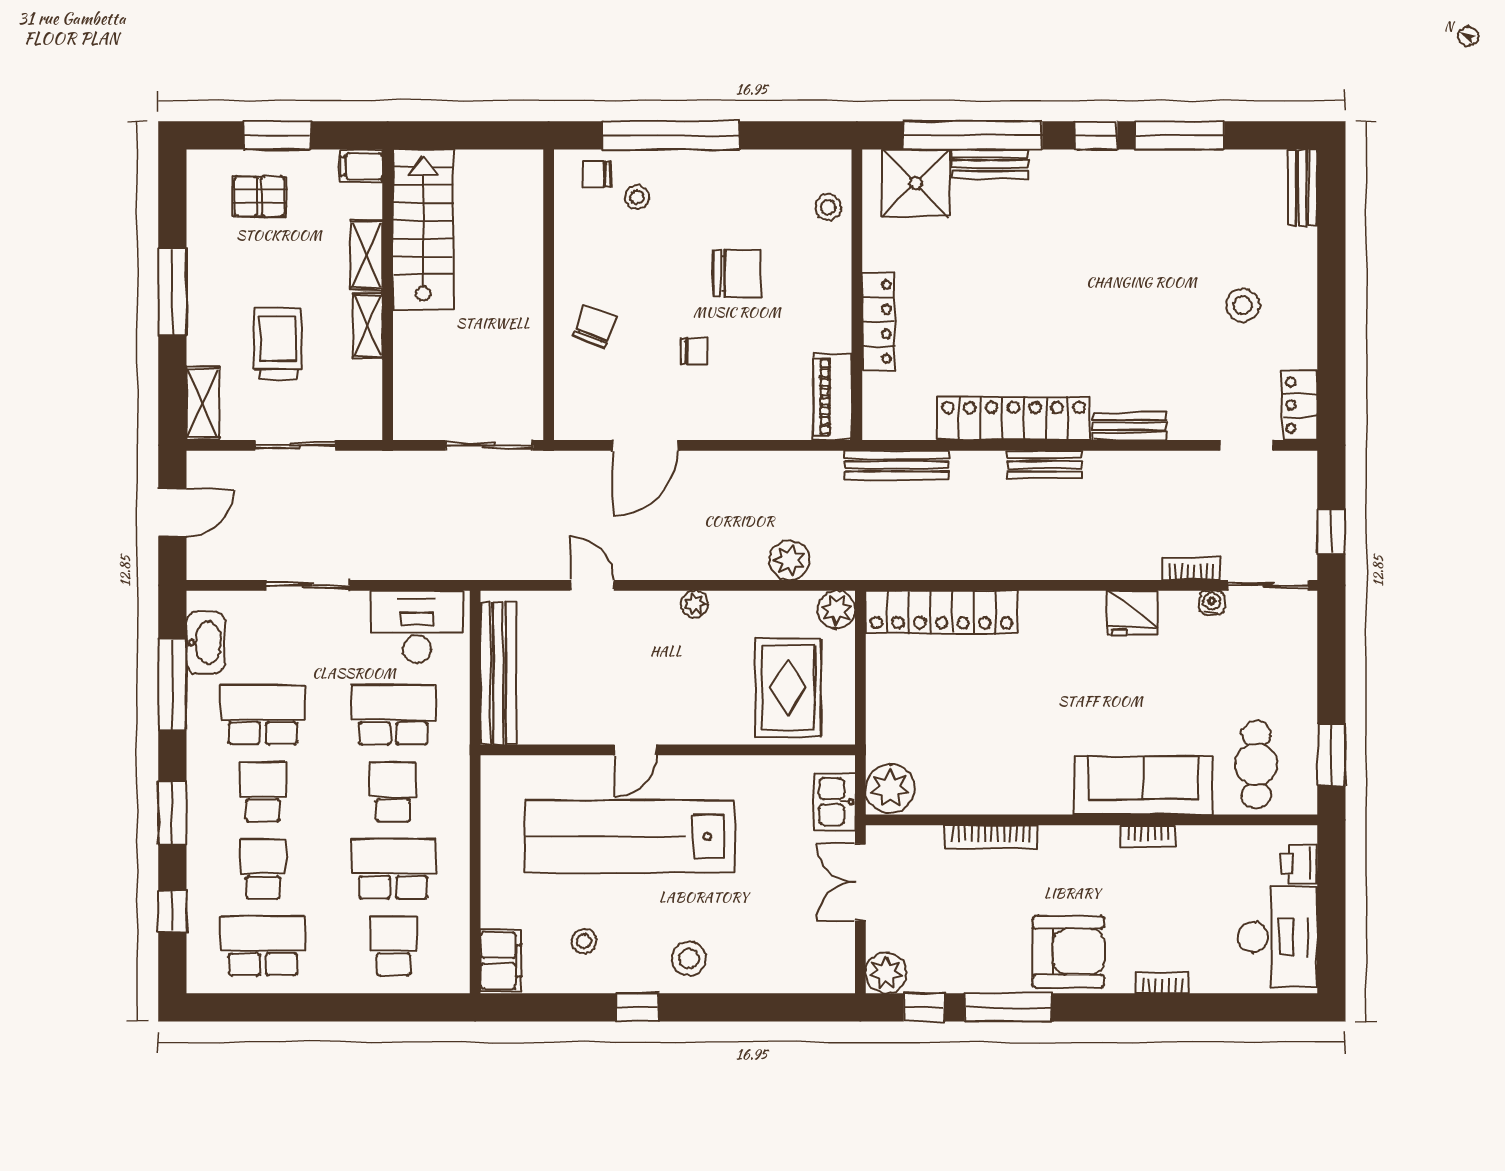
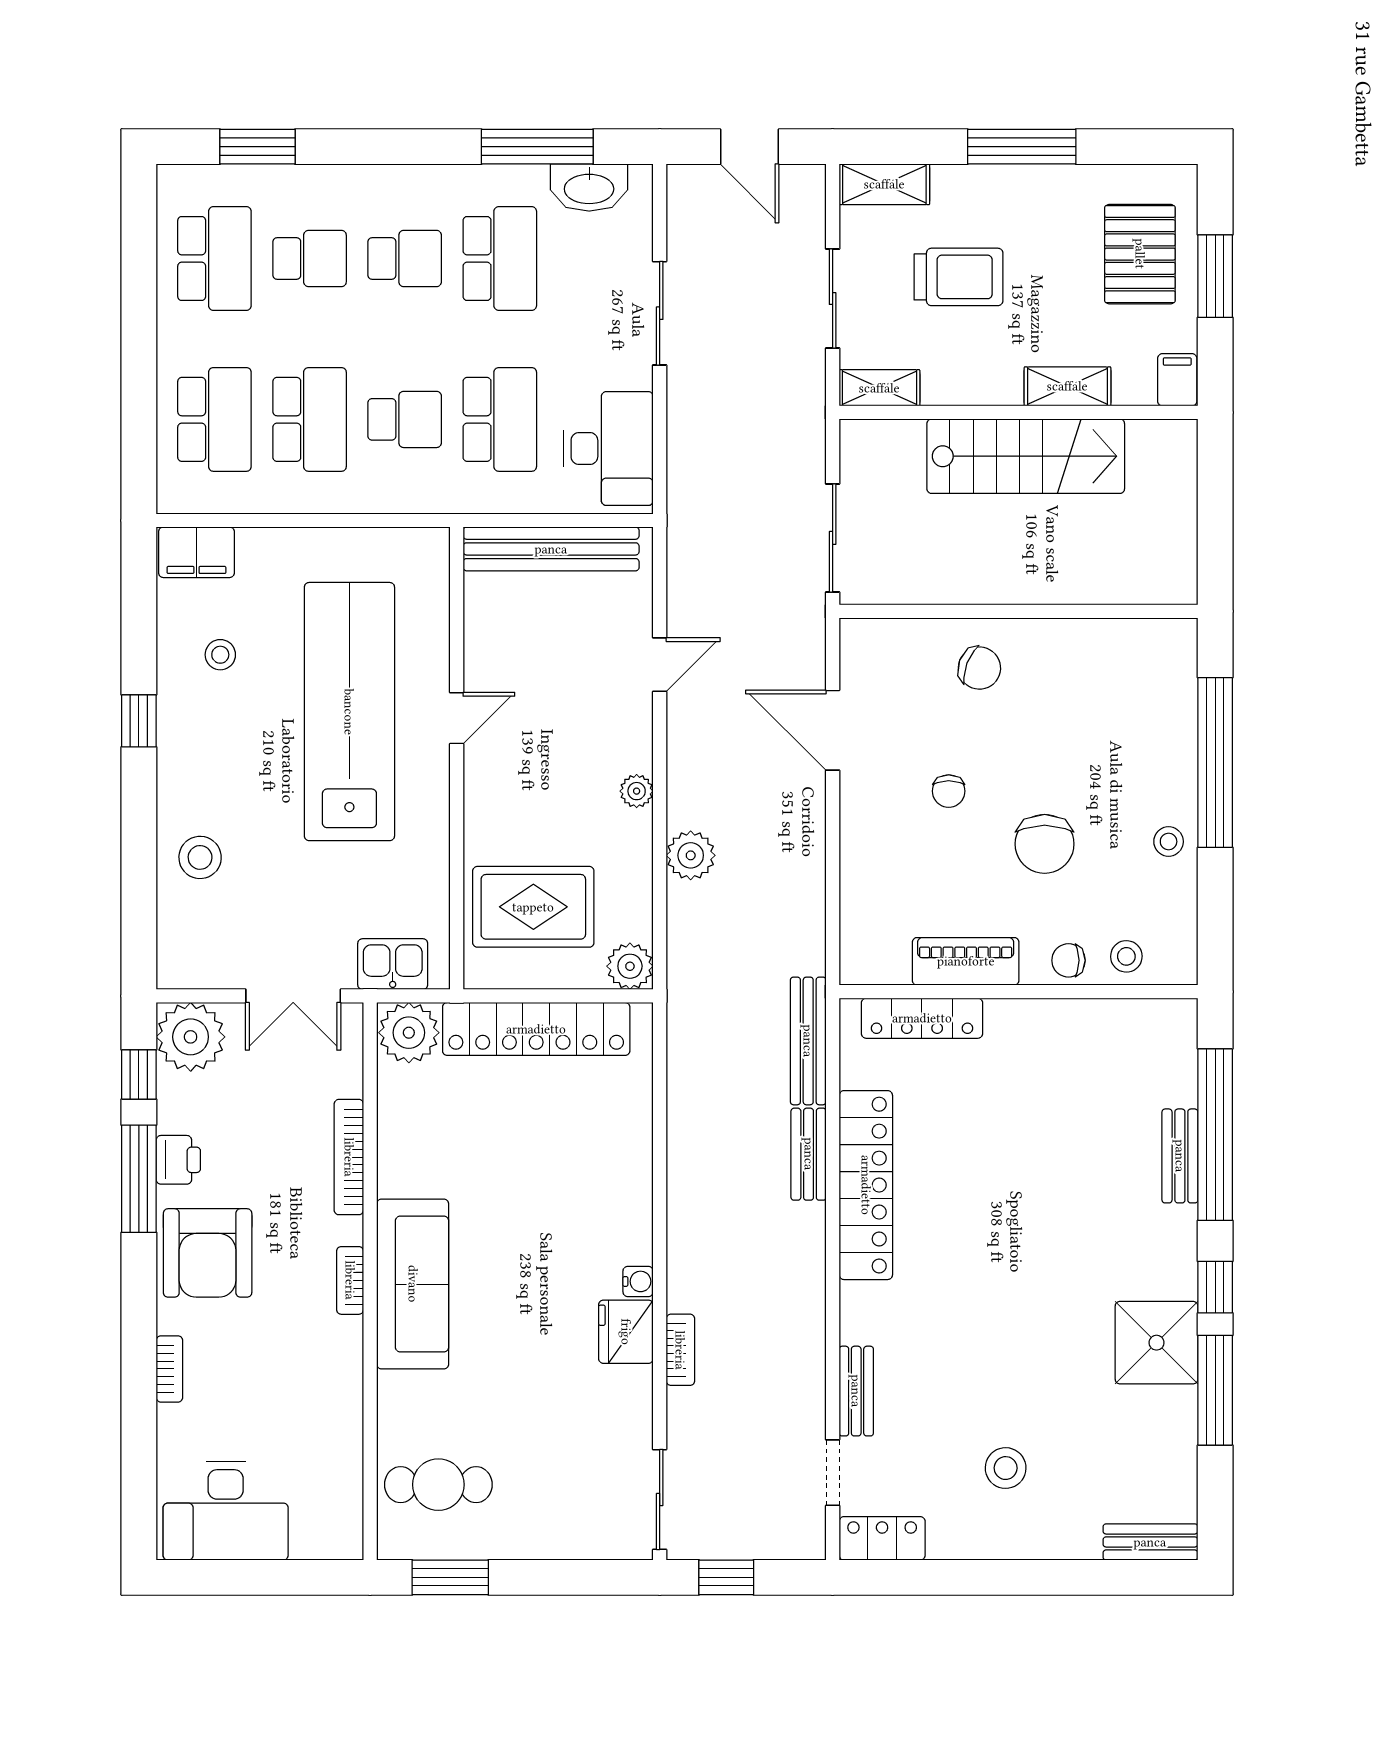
chair: (597, 174) -> (1068, 960), moved, turned -90
shower: (916, 183) -> (1157, 1343), moved
pallet: (259, 196) -> (1140, 254), width x1.50, depth x1.42
stool: (637, 197) -> (1169, 842), moved
stairs: (423, 229) -> (1026, 456), moved
locker: (878, 322) -> (922, 1018), moved
shelving: (368, 326) -> (879, 388), moved
piano: (832, 397) -> (966, 961), moved
bench: (1129, 426) -> (856, 1391), moved
bench: (1044, 465) -> (809, 1154), moved
plant: (790, 560) -> (691, 855), moved
bookcase: (1191, 569) -> (680, 1350), moved
water cooler: (1212, 603) -> (638, 1281), moved
locker: (941, 612) -> (536, 1029), moved, turned -90
door: (635, 750) -> (457, 718), swing flipped
sofa: (1144, 785) -> (413, 1284), moved
window: (172, 813) -> (379, 147), removed
bookcase: (1148, 836) -> (350, 1280), moved
printer: (1299, 864) -> (178, 1160), moved, turned 90
double door: (860, 882) -> (293, 996), swing flipped
window: (172, 911) -> (257, 147), width x1.50
school desk: (393, 946) -> (214, 419), width x1.85
stool: (689, 959) -> (200, 857), moved
plant: (886, 973) -> (191, 1037), width x1.36, depth x1.36

